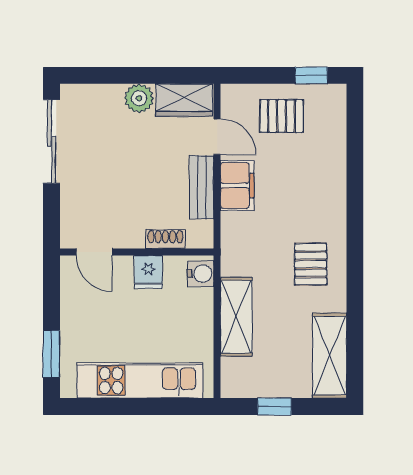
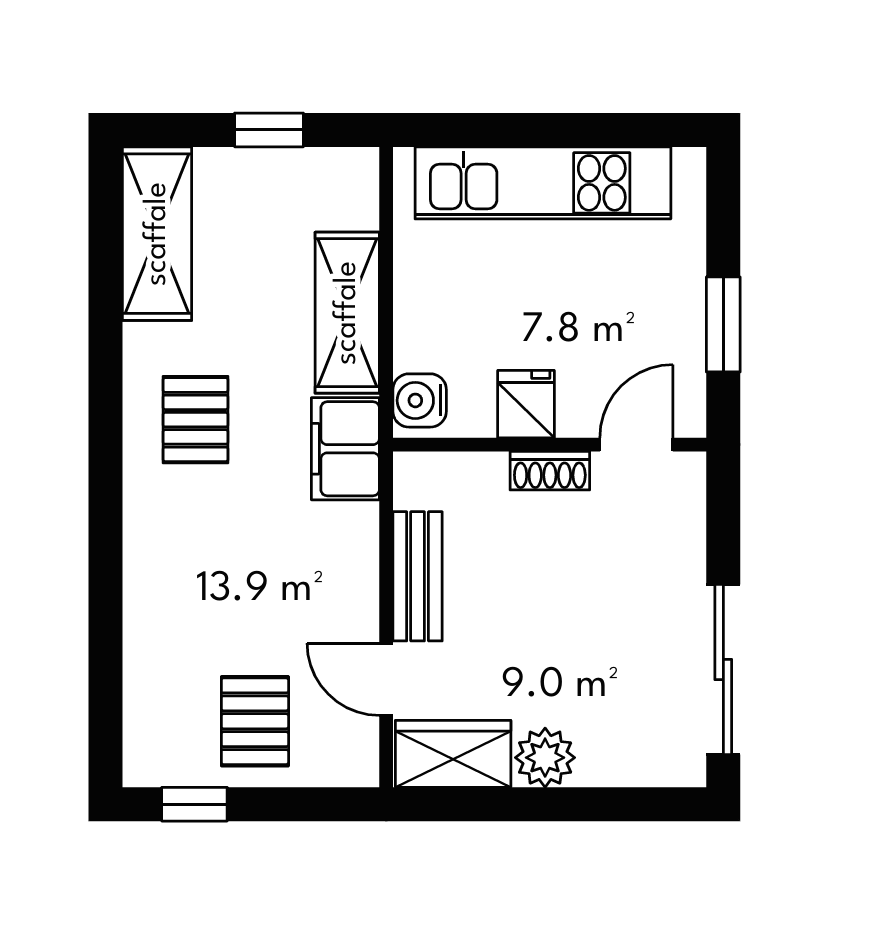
pallet: (282, 116) -> (255, 721), turned 90
filing cabinet: (237, 185) -> (345, 449), moved
shoe rack: (165, 239) -> (550, 471), moved
door: (94, 252) -> (636, 445), hinge flipped
window: (51, 354) -> (723, 324), moved

